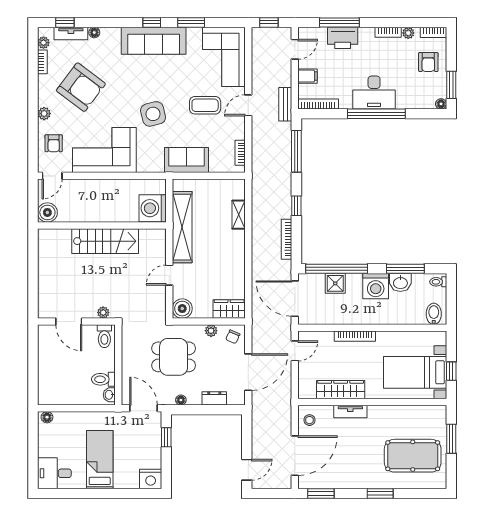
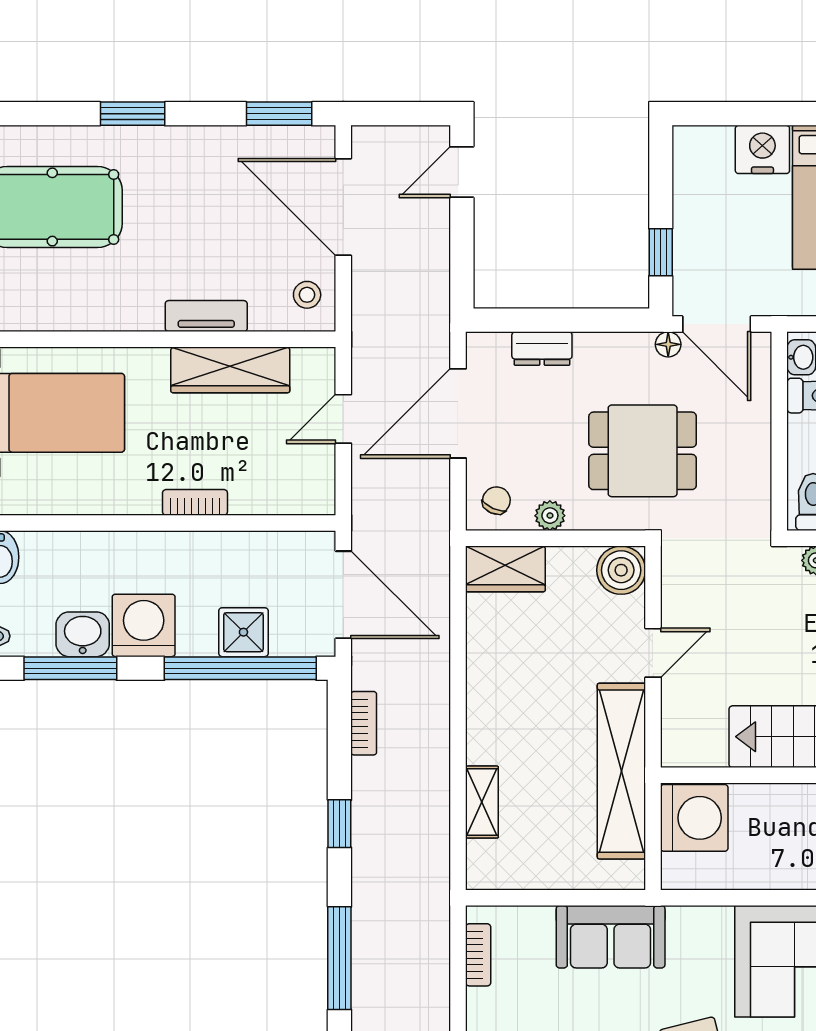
bookcase: (287, 239) -> (364, 723), width x0.64
bookcase: (355, 336) -> (195, 502), width x0.64
door: (295, 351) -> (343, 419), moved
floor lamp: (181, 400) -> (668, 344), moved
door: (295, 456) -> (343, 207), hinge flipped
nightstand: (151, 479) -> (762, 149), moved

